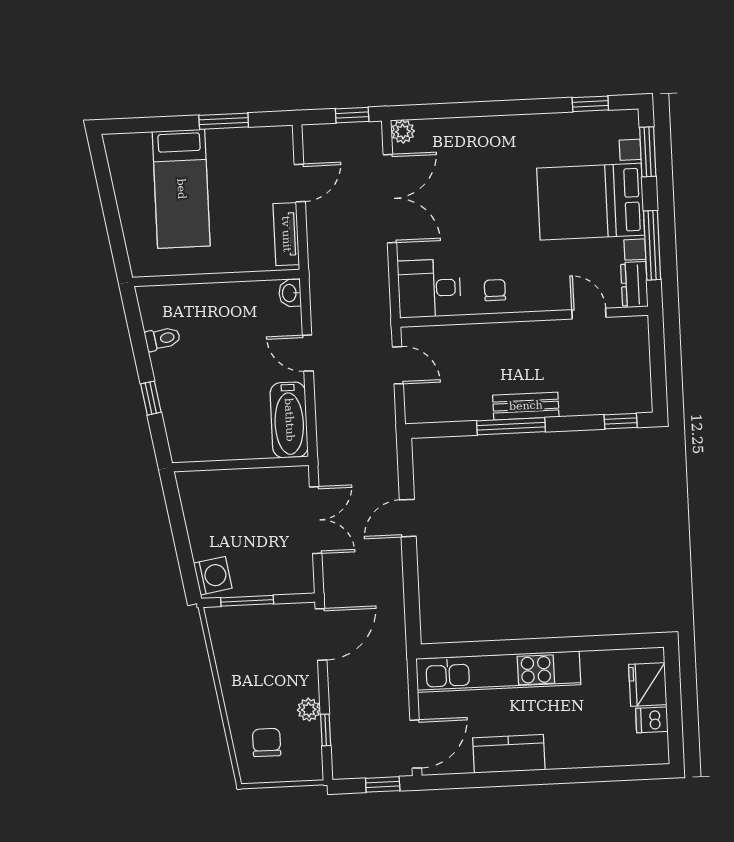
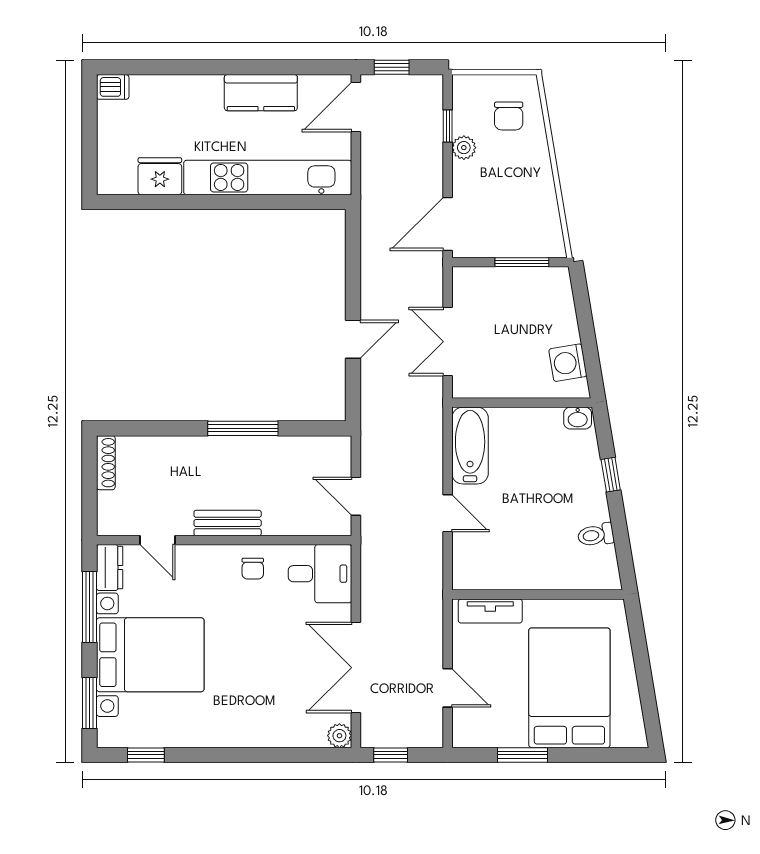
door: (300, 183) -> (448, 688), swing flipped
bed: (181, 189) -> (569, 688), width x1.50
tv unit: (286, 234) -> (490, 611), moved, turned 90
washbasin: (290, 293) -> (578, 418), moved, turned 90
shoe rack: (643, 387) -> (106, 463), added
bench: (526, 406) -> (228, 523), moved
window: (621, 421) -> (130, 428), removed
washing machine: (213, 576) -> (568, 363), moved
fridge: (648, 684) -> (160, 176), moved, turned -90
dishwasher: (652, 720) -> (113, 87), moved

